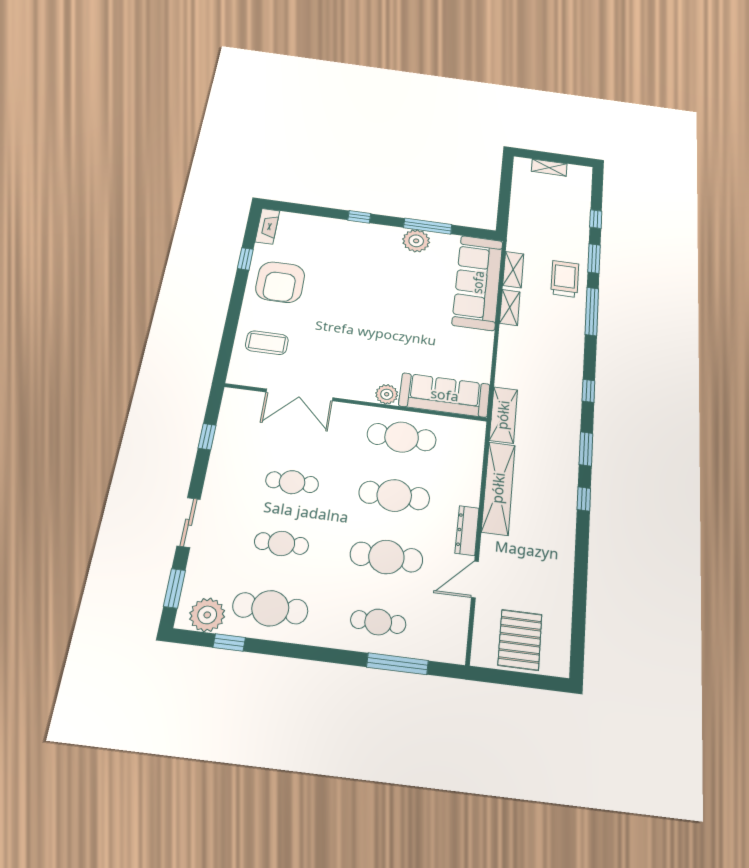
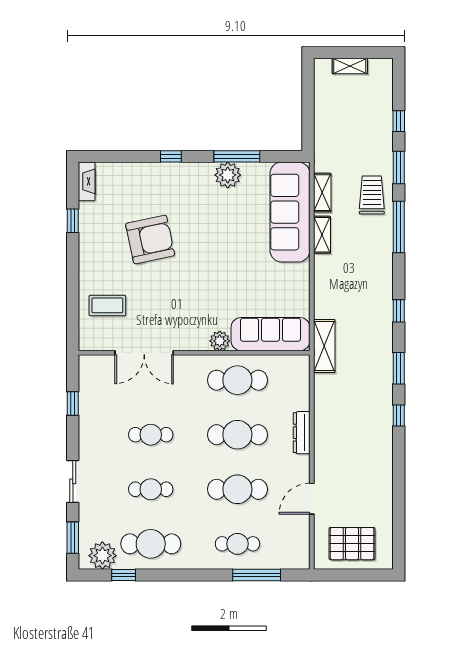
armchair: (280, 282) -> (150, 240), moved, turned -102
shelving: (498, 488) -> (325, 416), removed
dresser: (467, 531) -> (302, 433), moved
pallet: (520, 640) -> (352, 544), turned 90

